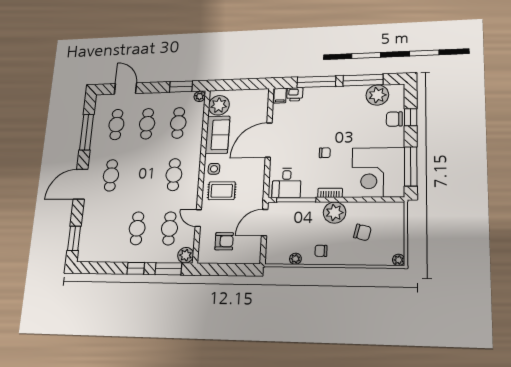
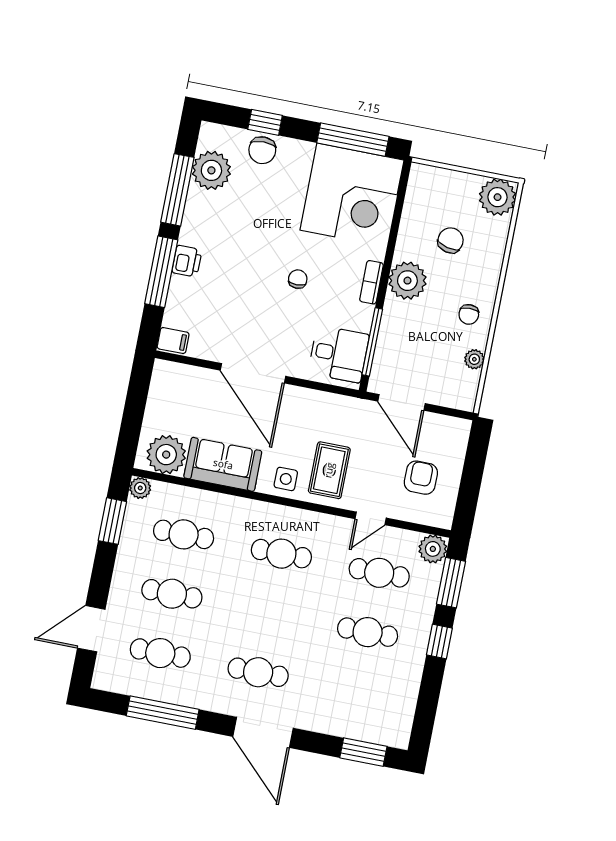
printer: (295, 94) -> (187, 261), moved
plant: (399, 260) -> (498, 197), width x1.87, depth x1.87

